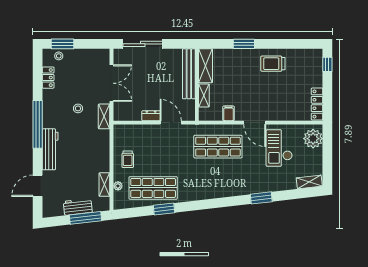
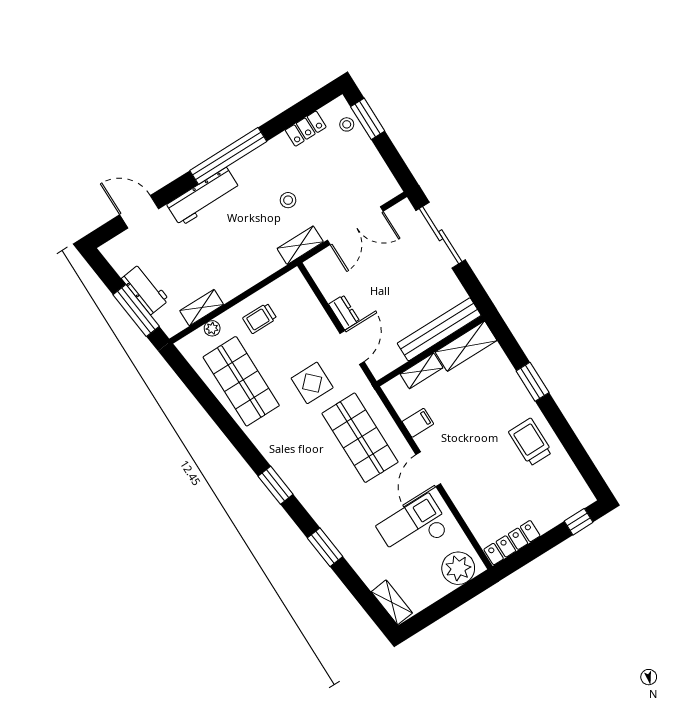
display table: (176, 153) -> (312, 383), added
window: (164, 209) -> (276, 485), moved

